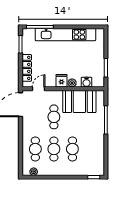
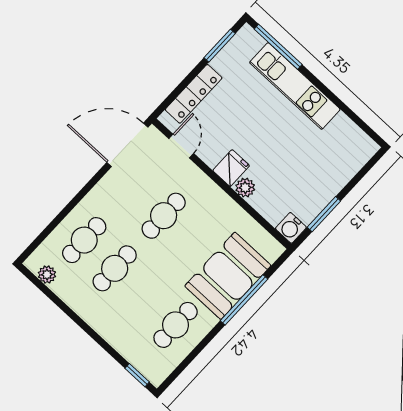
kitchen unit: (65, 35) -> (295, 86), width x0.73
water cooler: (87, 82) -> (291, 228), moved
door: (38, 89) -> (181, 146), hinge flipped
booth: (79, 101) -> (228, 276), moved, turned 90
cafe table: (72, 149) -> (176, 325), moved

